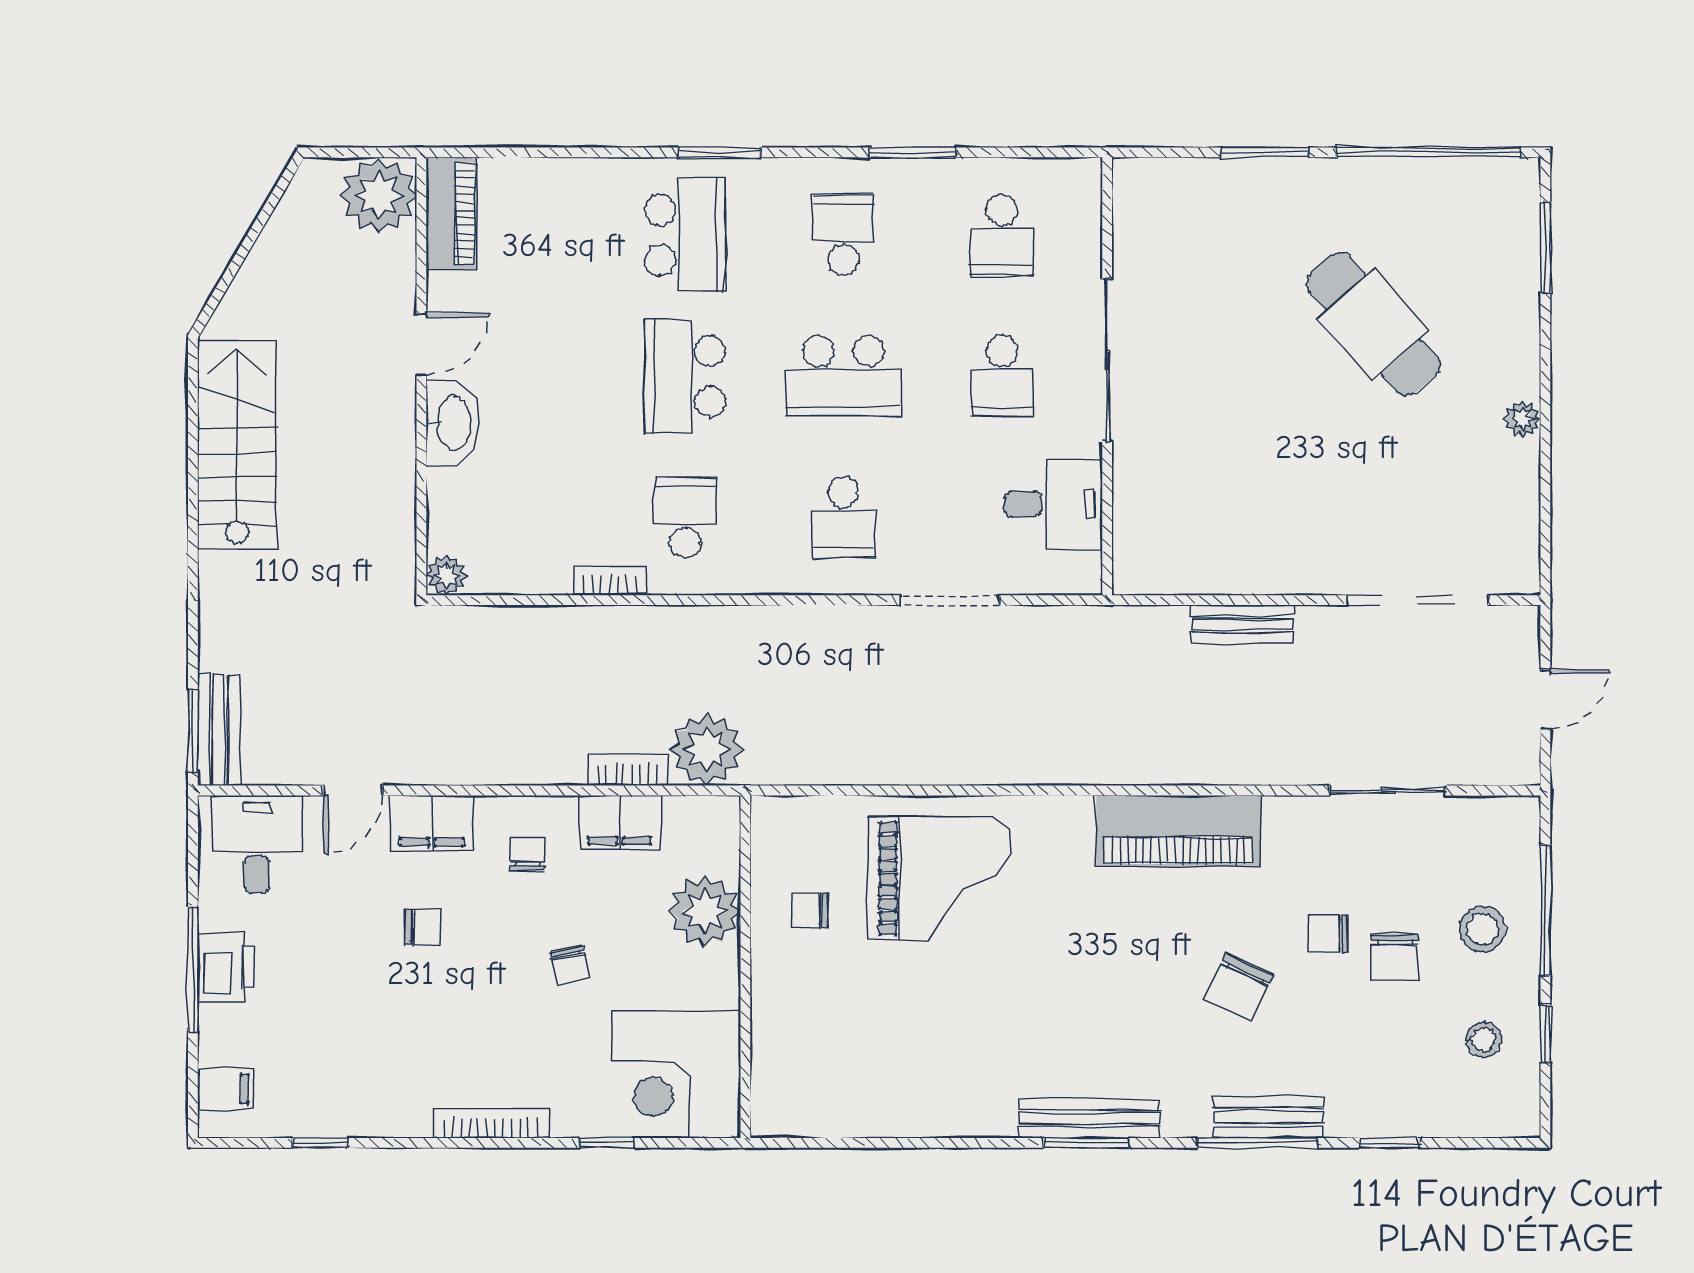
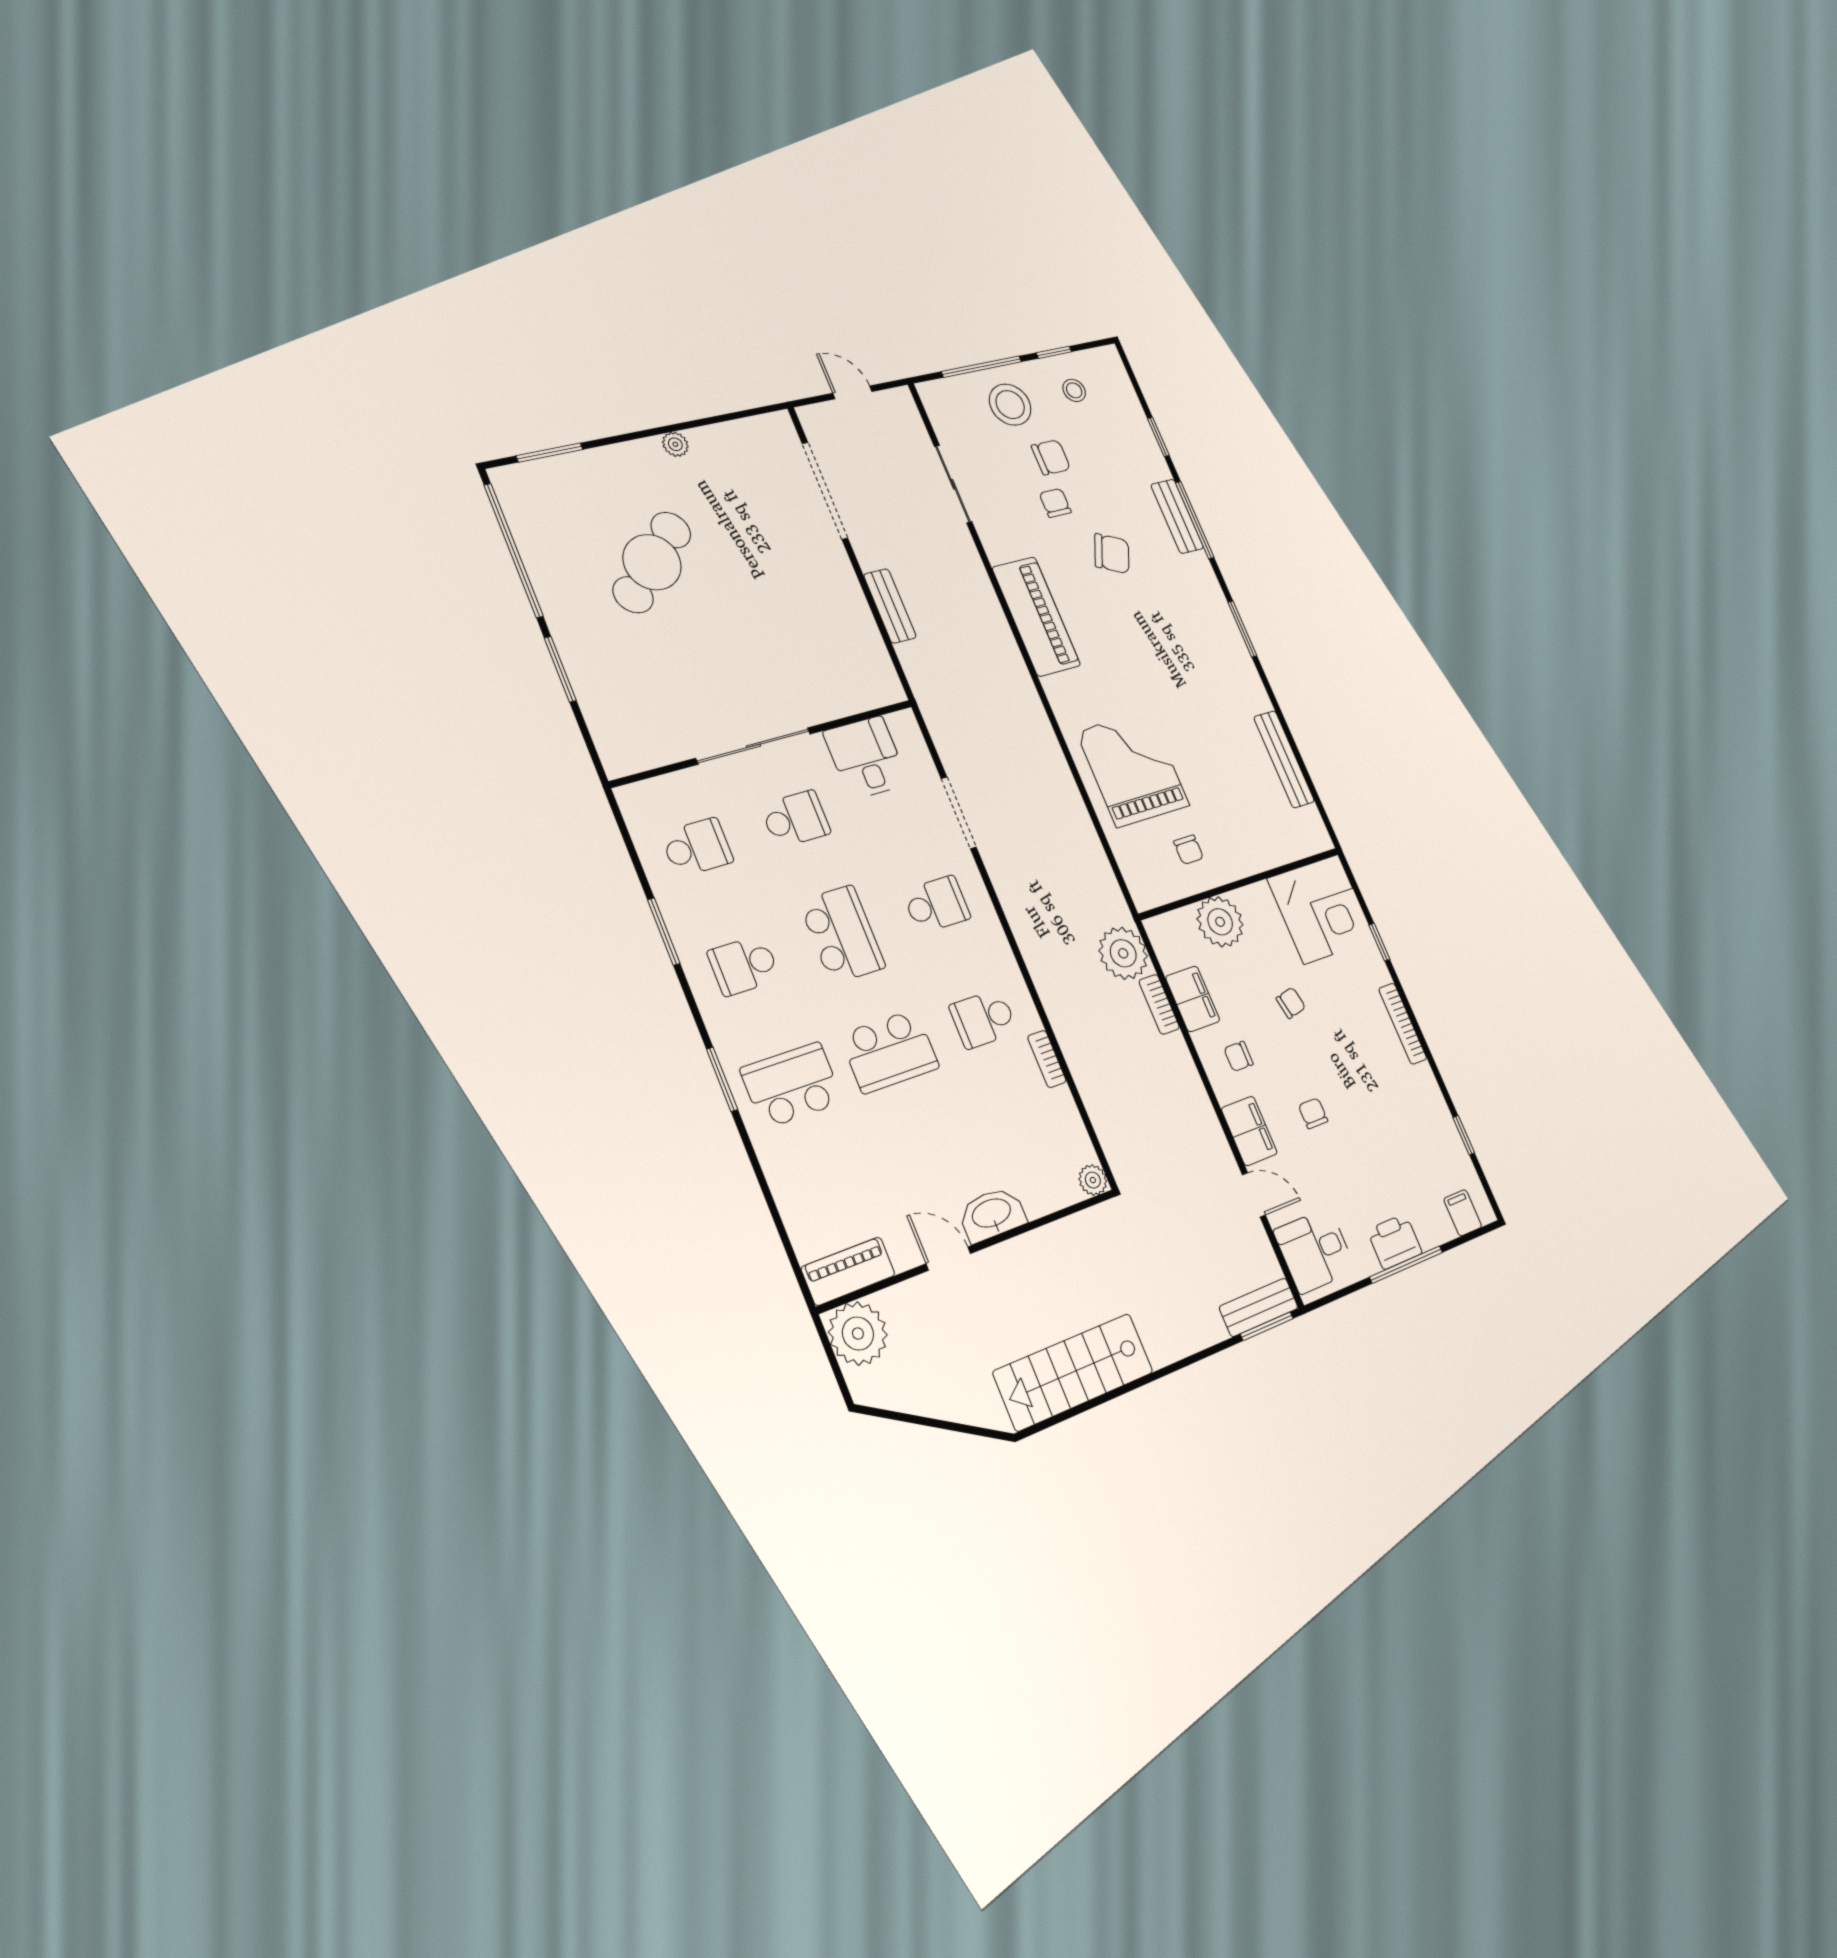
stool: (1482, 929) -> (1010, 405), width x1.38, depth x1.38
chair: (1329, 933) -> (1055, 503), turned 180
bench: (1090, 1118) -> (1284, 759), moved

